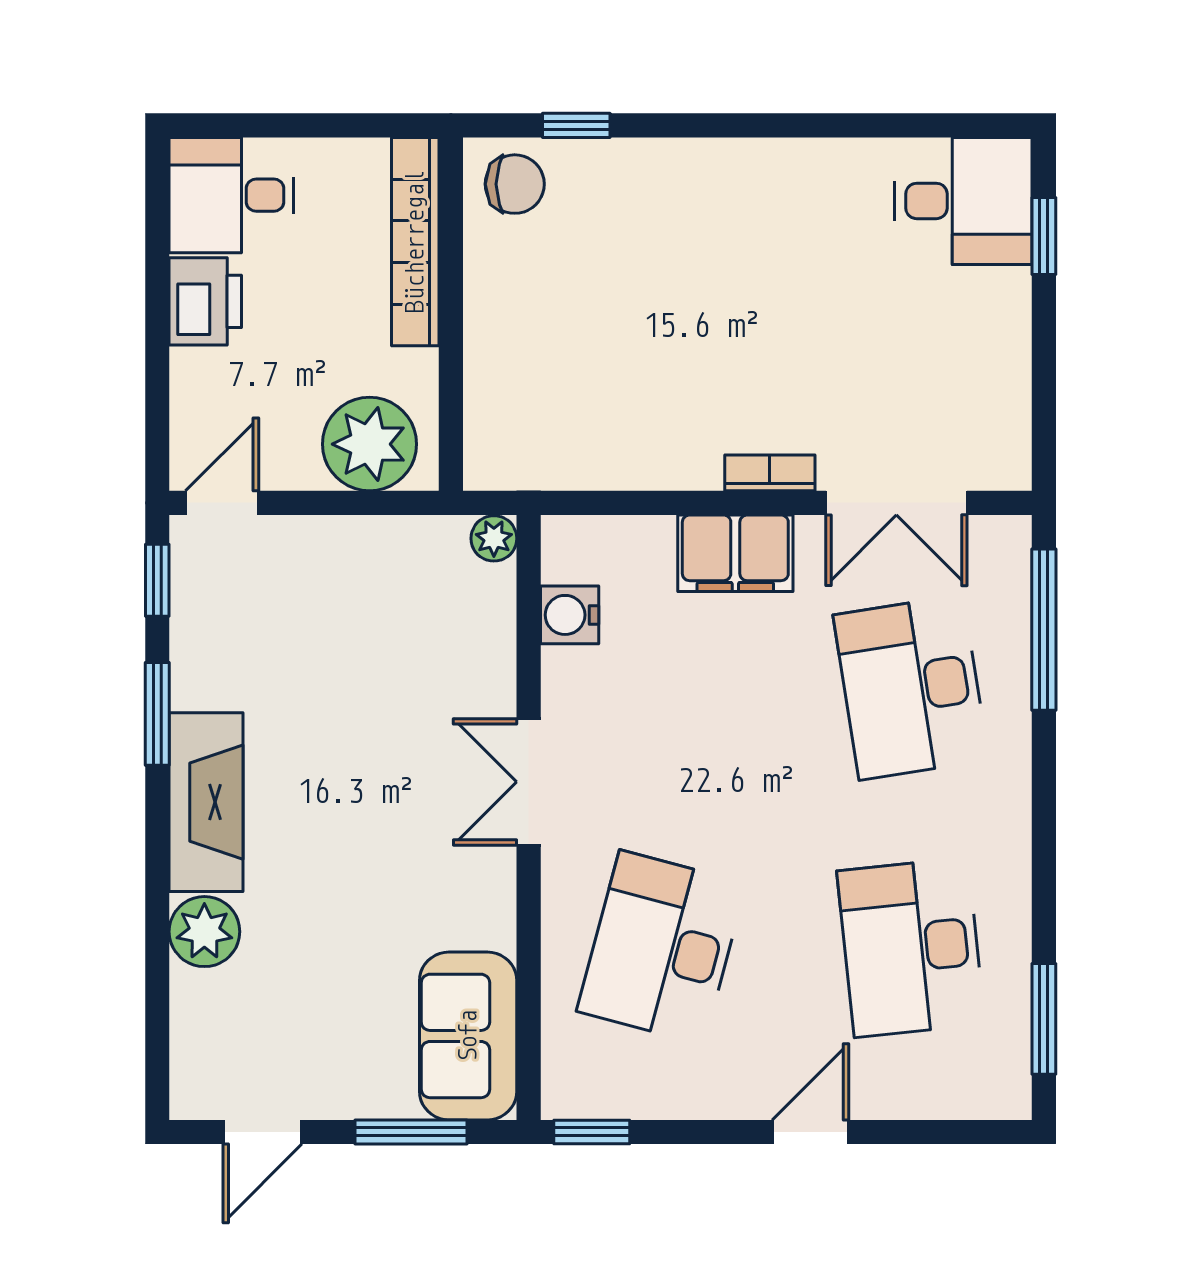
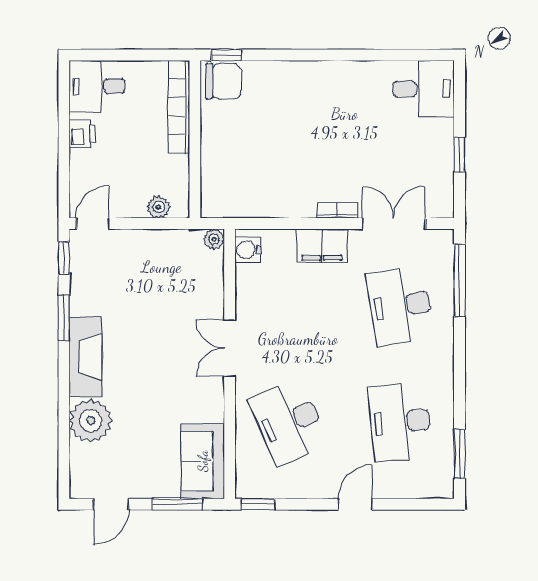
window: (576, 125) -> (226, 55), moved
chair: (515, 184) -> (223, 81), width x1.37, depth x1.37
window: (1044, 236) -> (460, 155), moved
printer: (205, 301) -> (82, 134), width x0.73, depth x0.81
plant: (370, 444) -> (159, 207), width x0.53, depth x0.53
double door: (896, 503) -> (394, 224), swing flipped
water cooler: (570, 615) -> (248, 250), moved
plant: (204, 932) -> (91, 420), width x1.36, depth x1.36
desk: (662, 947) -> (289, 422), turned -39

